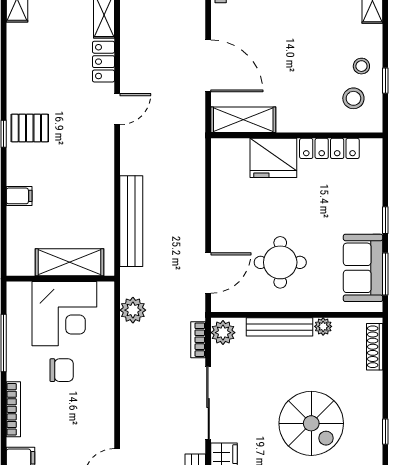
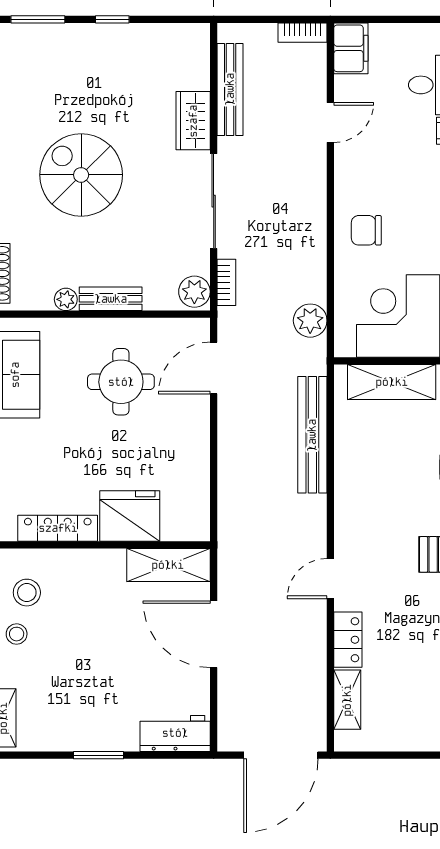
bench: (279, 327) -> (111, 299), width x0.73
chair: (62, 370) -> (366, 230), moved

